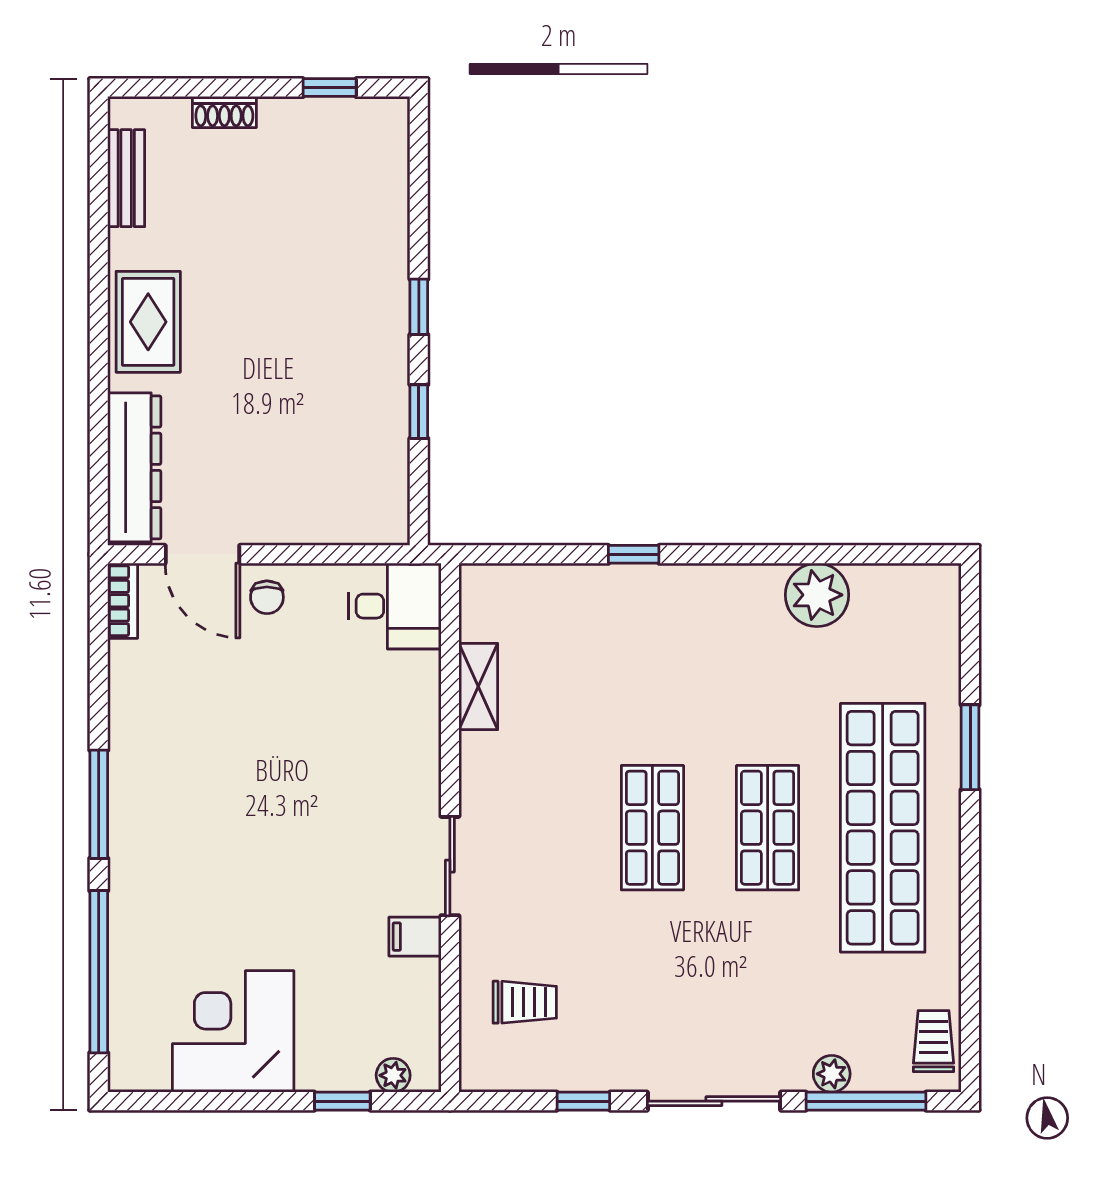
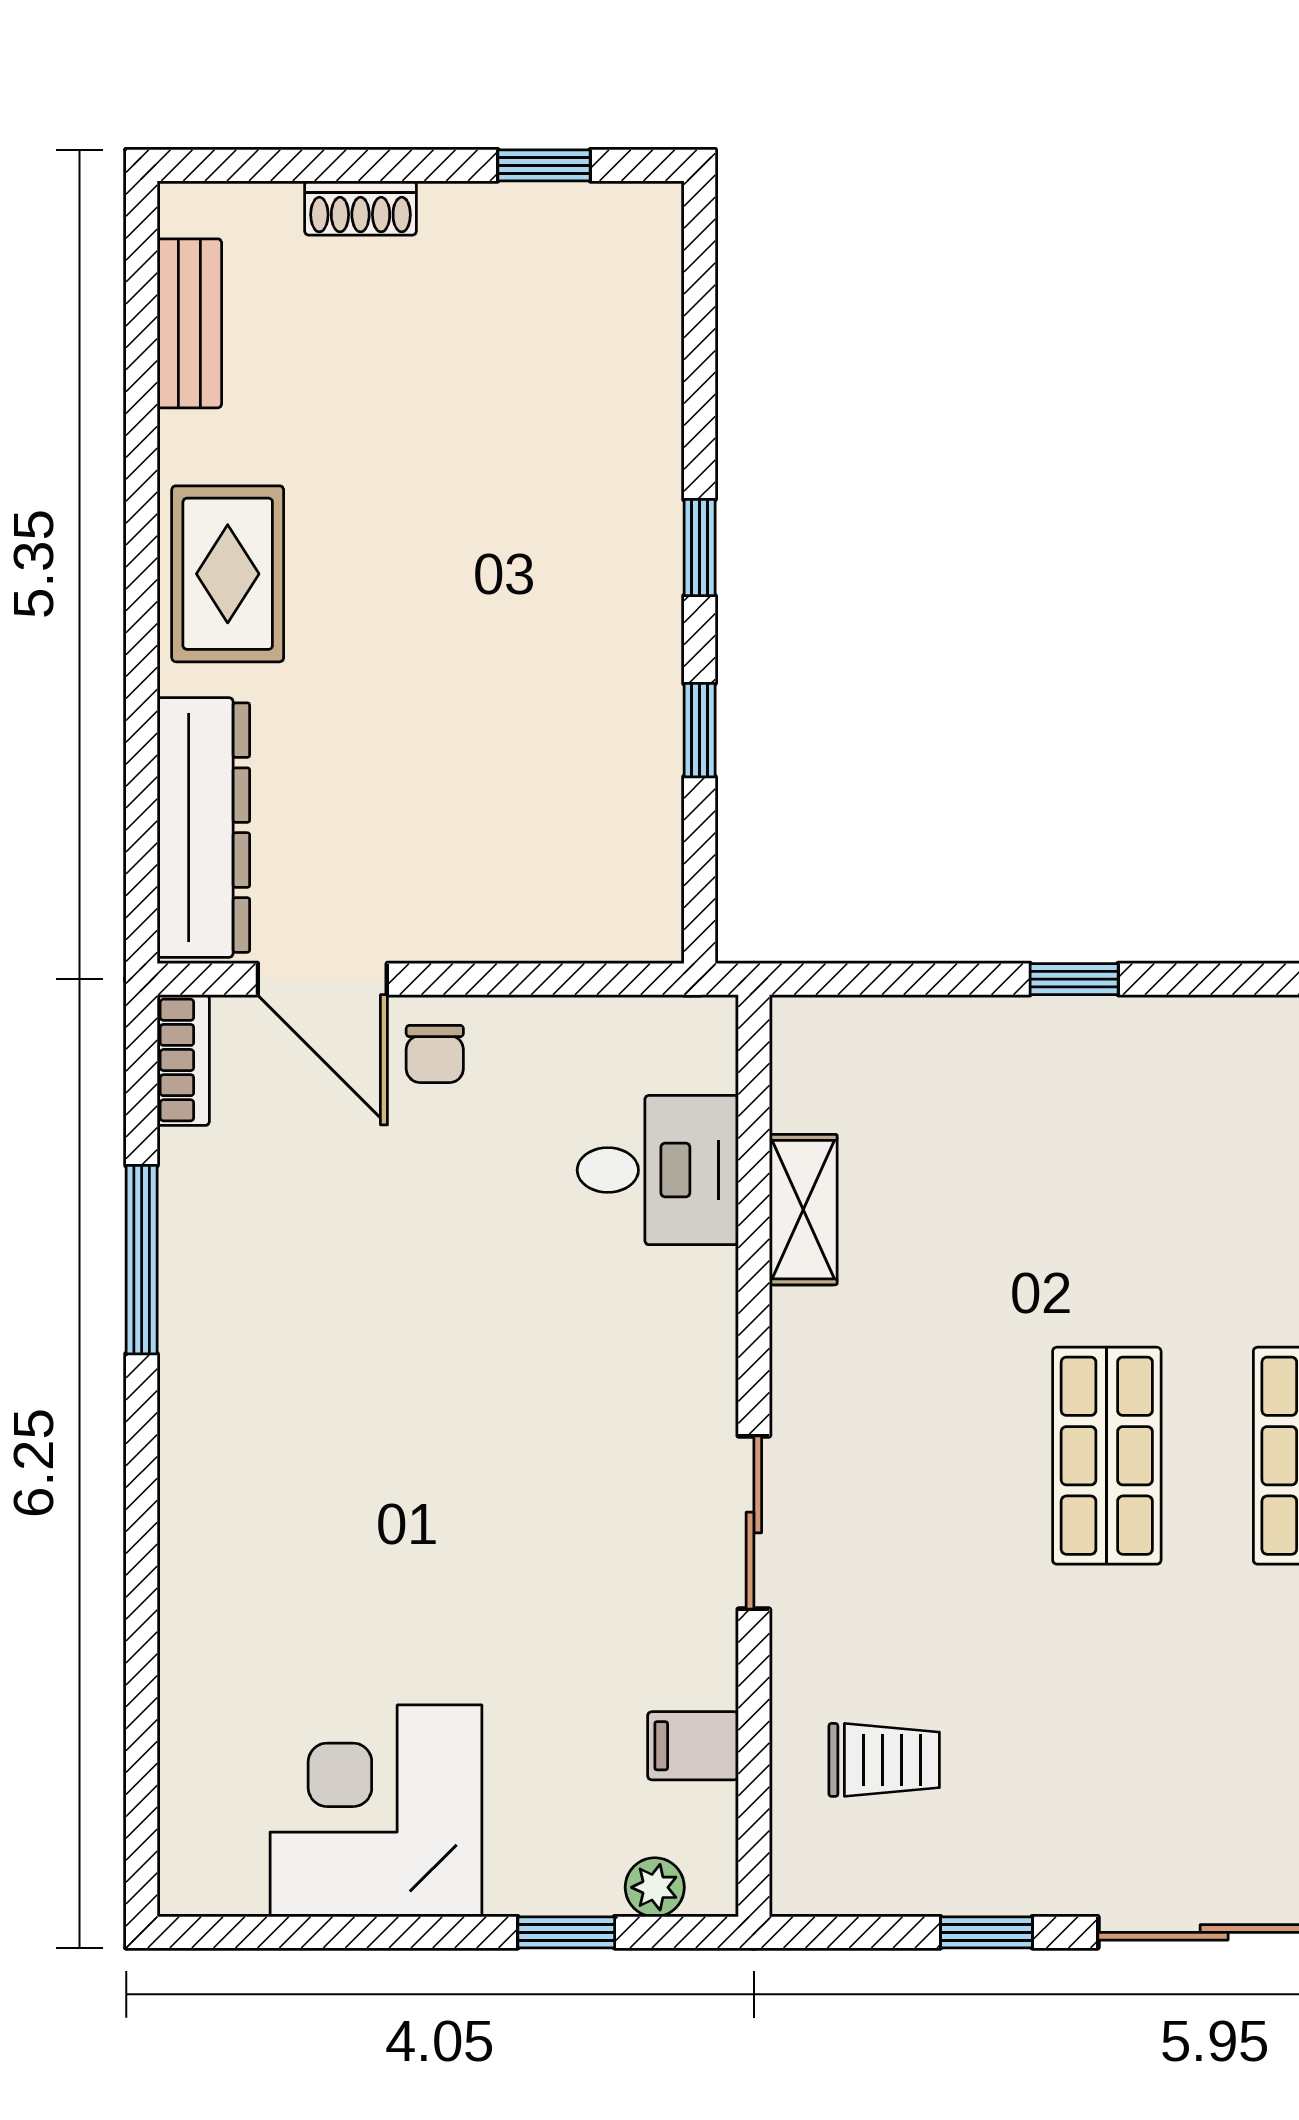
desk: (395, 606) -> (658, 1170), moved
window: (99, 804) -> (142, 1260), moved
filing cabinet: (415, 937) -> (693, 1746), moved
window: (99, 972) -> (142, 1707), removed

